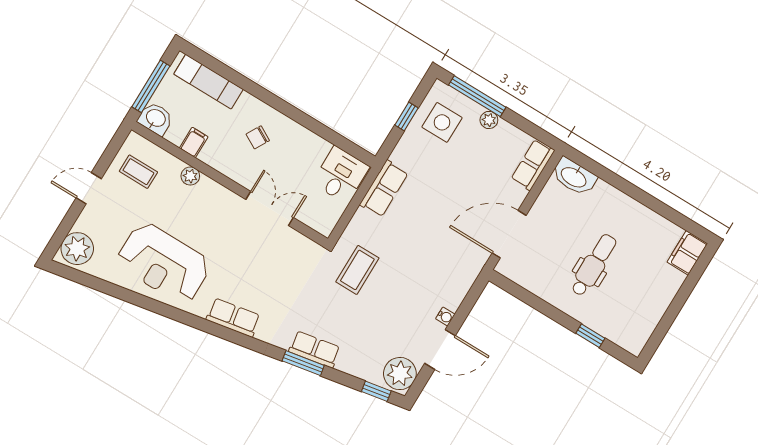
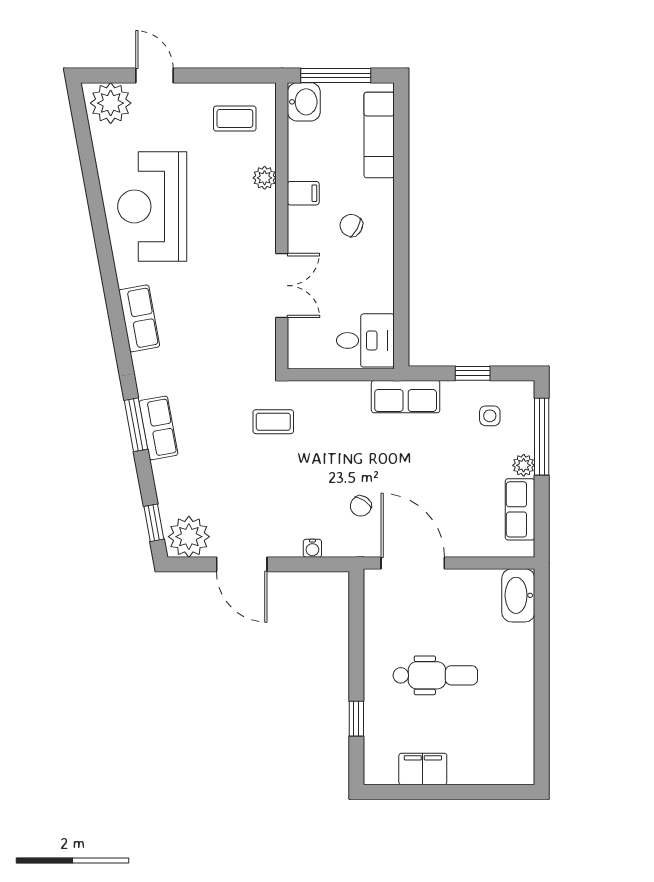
side table: (442, 122) -> (490, 416), width x0.54, depth x0.54
filing cabinet: (194, 142) -> (303, 193), moved
row of seats: (533, 165) -> (520, 509), moved, turned -90
coffee table: (138, 172) -> (235, 119), turned 90
door: (89, 188) -> (154, 75), moved
row of seats: (384, 189) -> (406, 397), moved
chair: (450, 246) -> (361, 506), added
filing cabinet: (687, 253) -> (423, 769), moved
coffee table: (357, 270) -> (273, 422), width x0.73, depth x0.77
water cooler: (445, 317) -> (312, 548), moved

